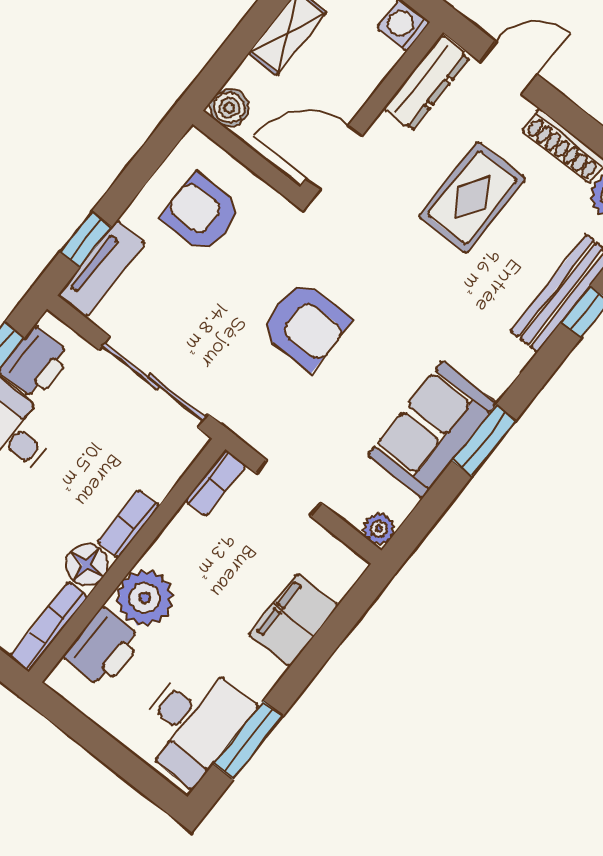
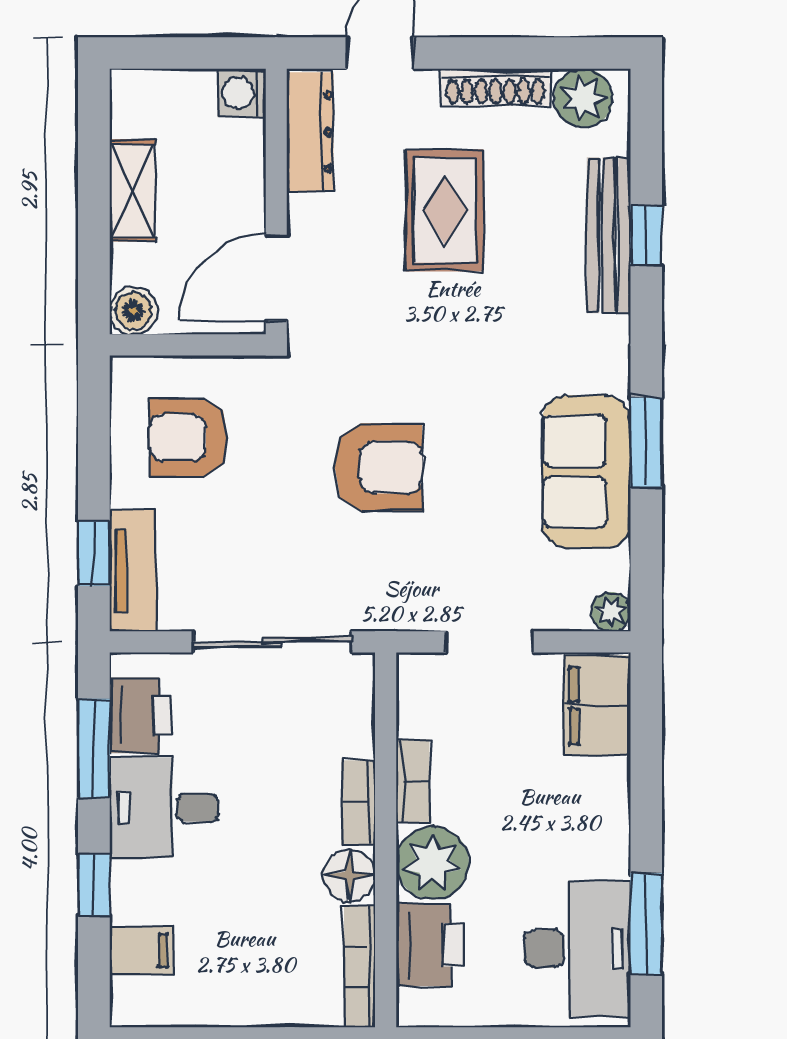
bookcase: (215, 483) -> (413, 781), moved
filing cabinet: (294, 620) -> (597, 705), moved

